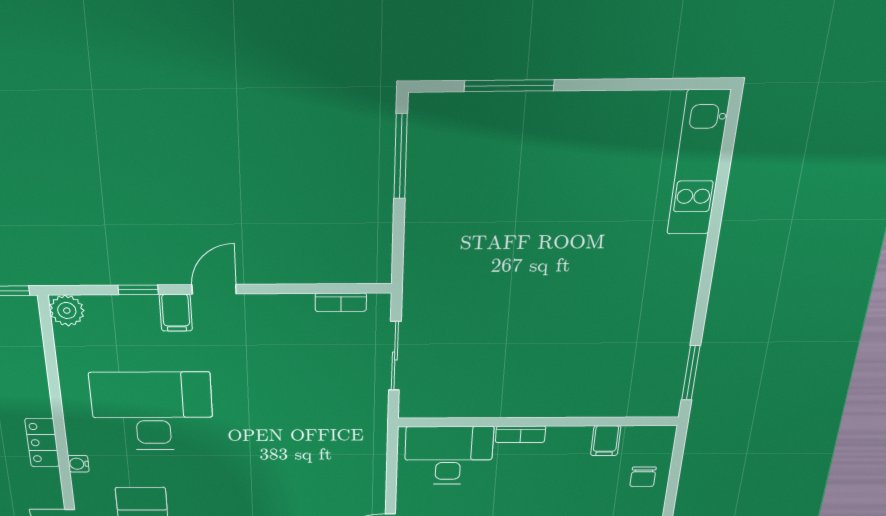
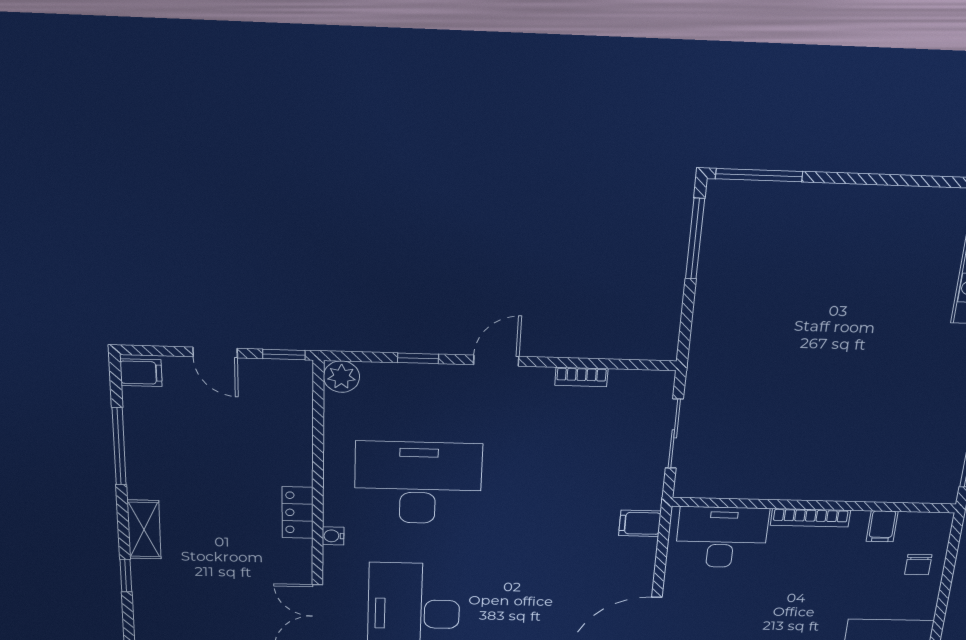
window: (509, 86) -> (759, 175), moved
bookcase: (341, 302) -> (581, 377), moved
filing cabinet: (176, 313) -> (640, 523), moved, turned 90
bookcase: (521, 434) -> (810, 518), width x1.56

